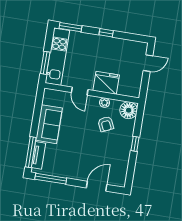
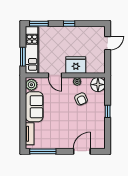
plant: (50, 98) -> (31, 85), added
window: (31, 152) -> (23, 132), removed

